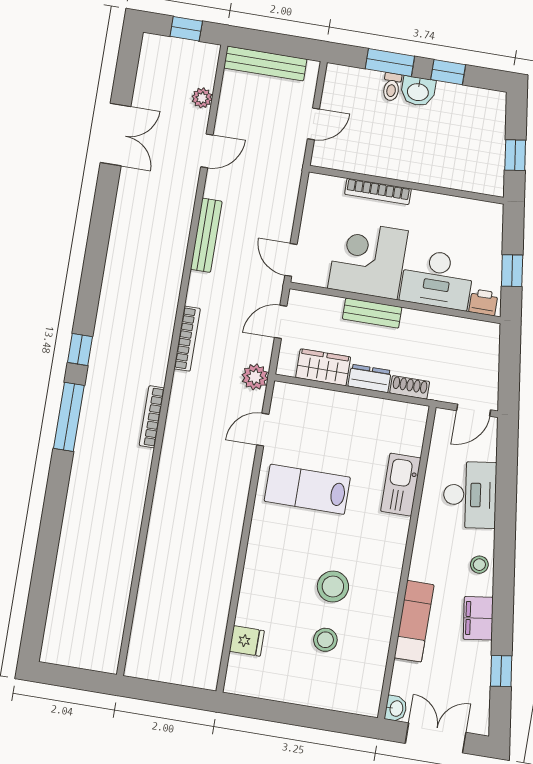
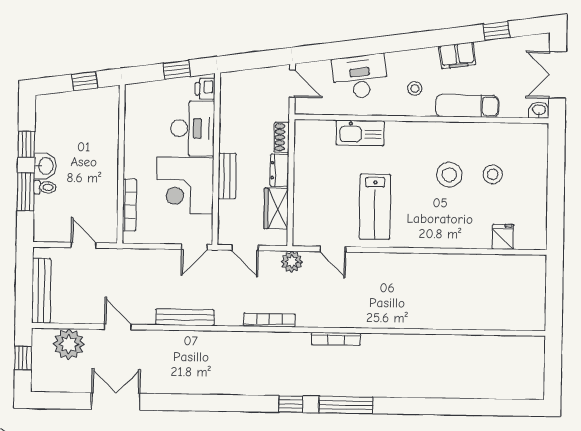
plant: (202, 98) -> (69, 344), width x1.88, depth x1.88
bookcase: (378, 191) -> (129, 205), moved
stool: (479, 565) -> (415, 88), moved

